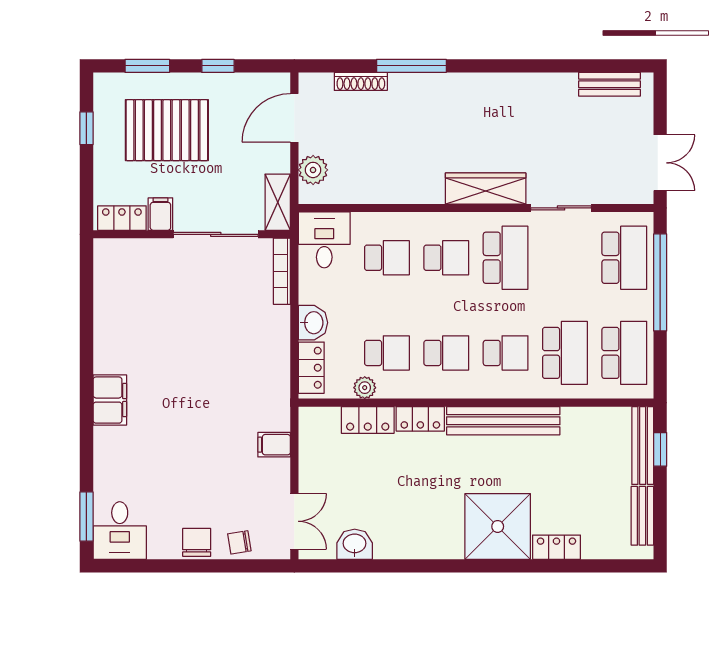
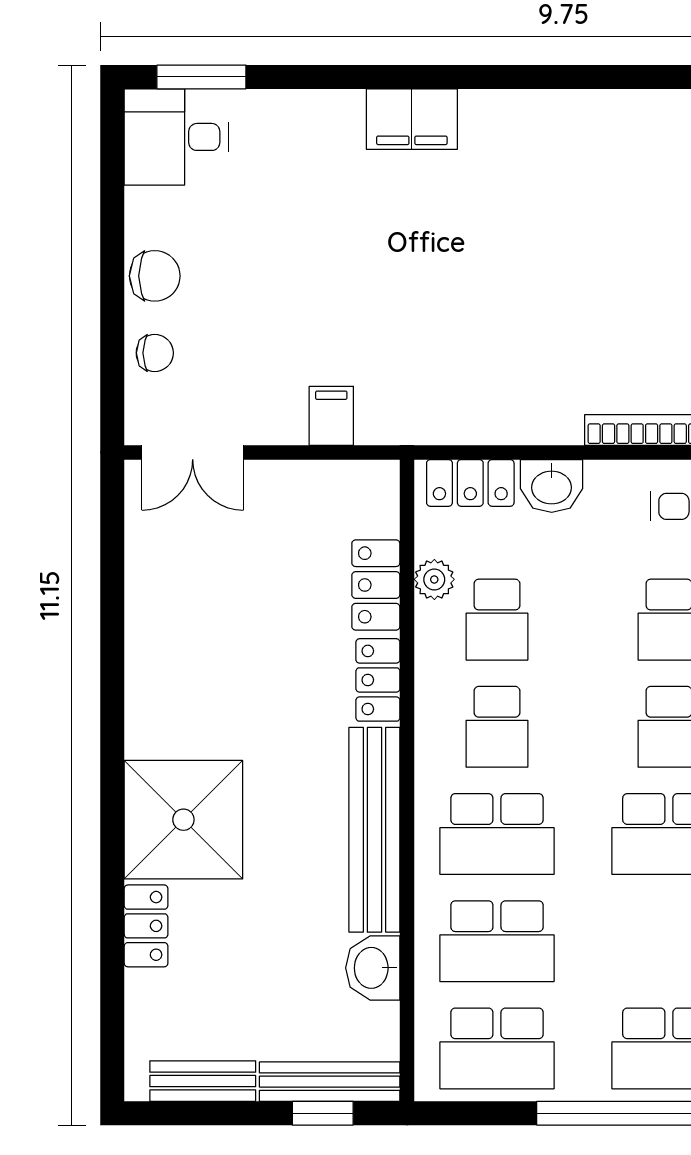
school desk: (506, 353) -> (497, 834), width x1.85
chair: (239, 542) -> (155, 353), turned 99
washbasin: (355, 544) -> (373, 968), moved, turned 180

